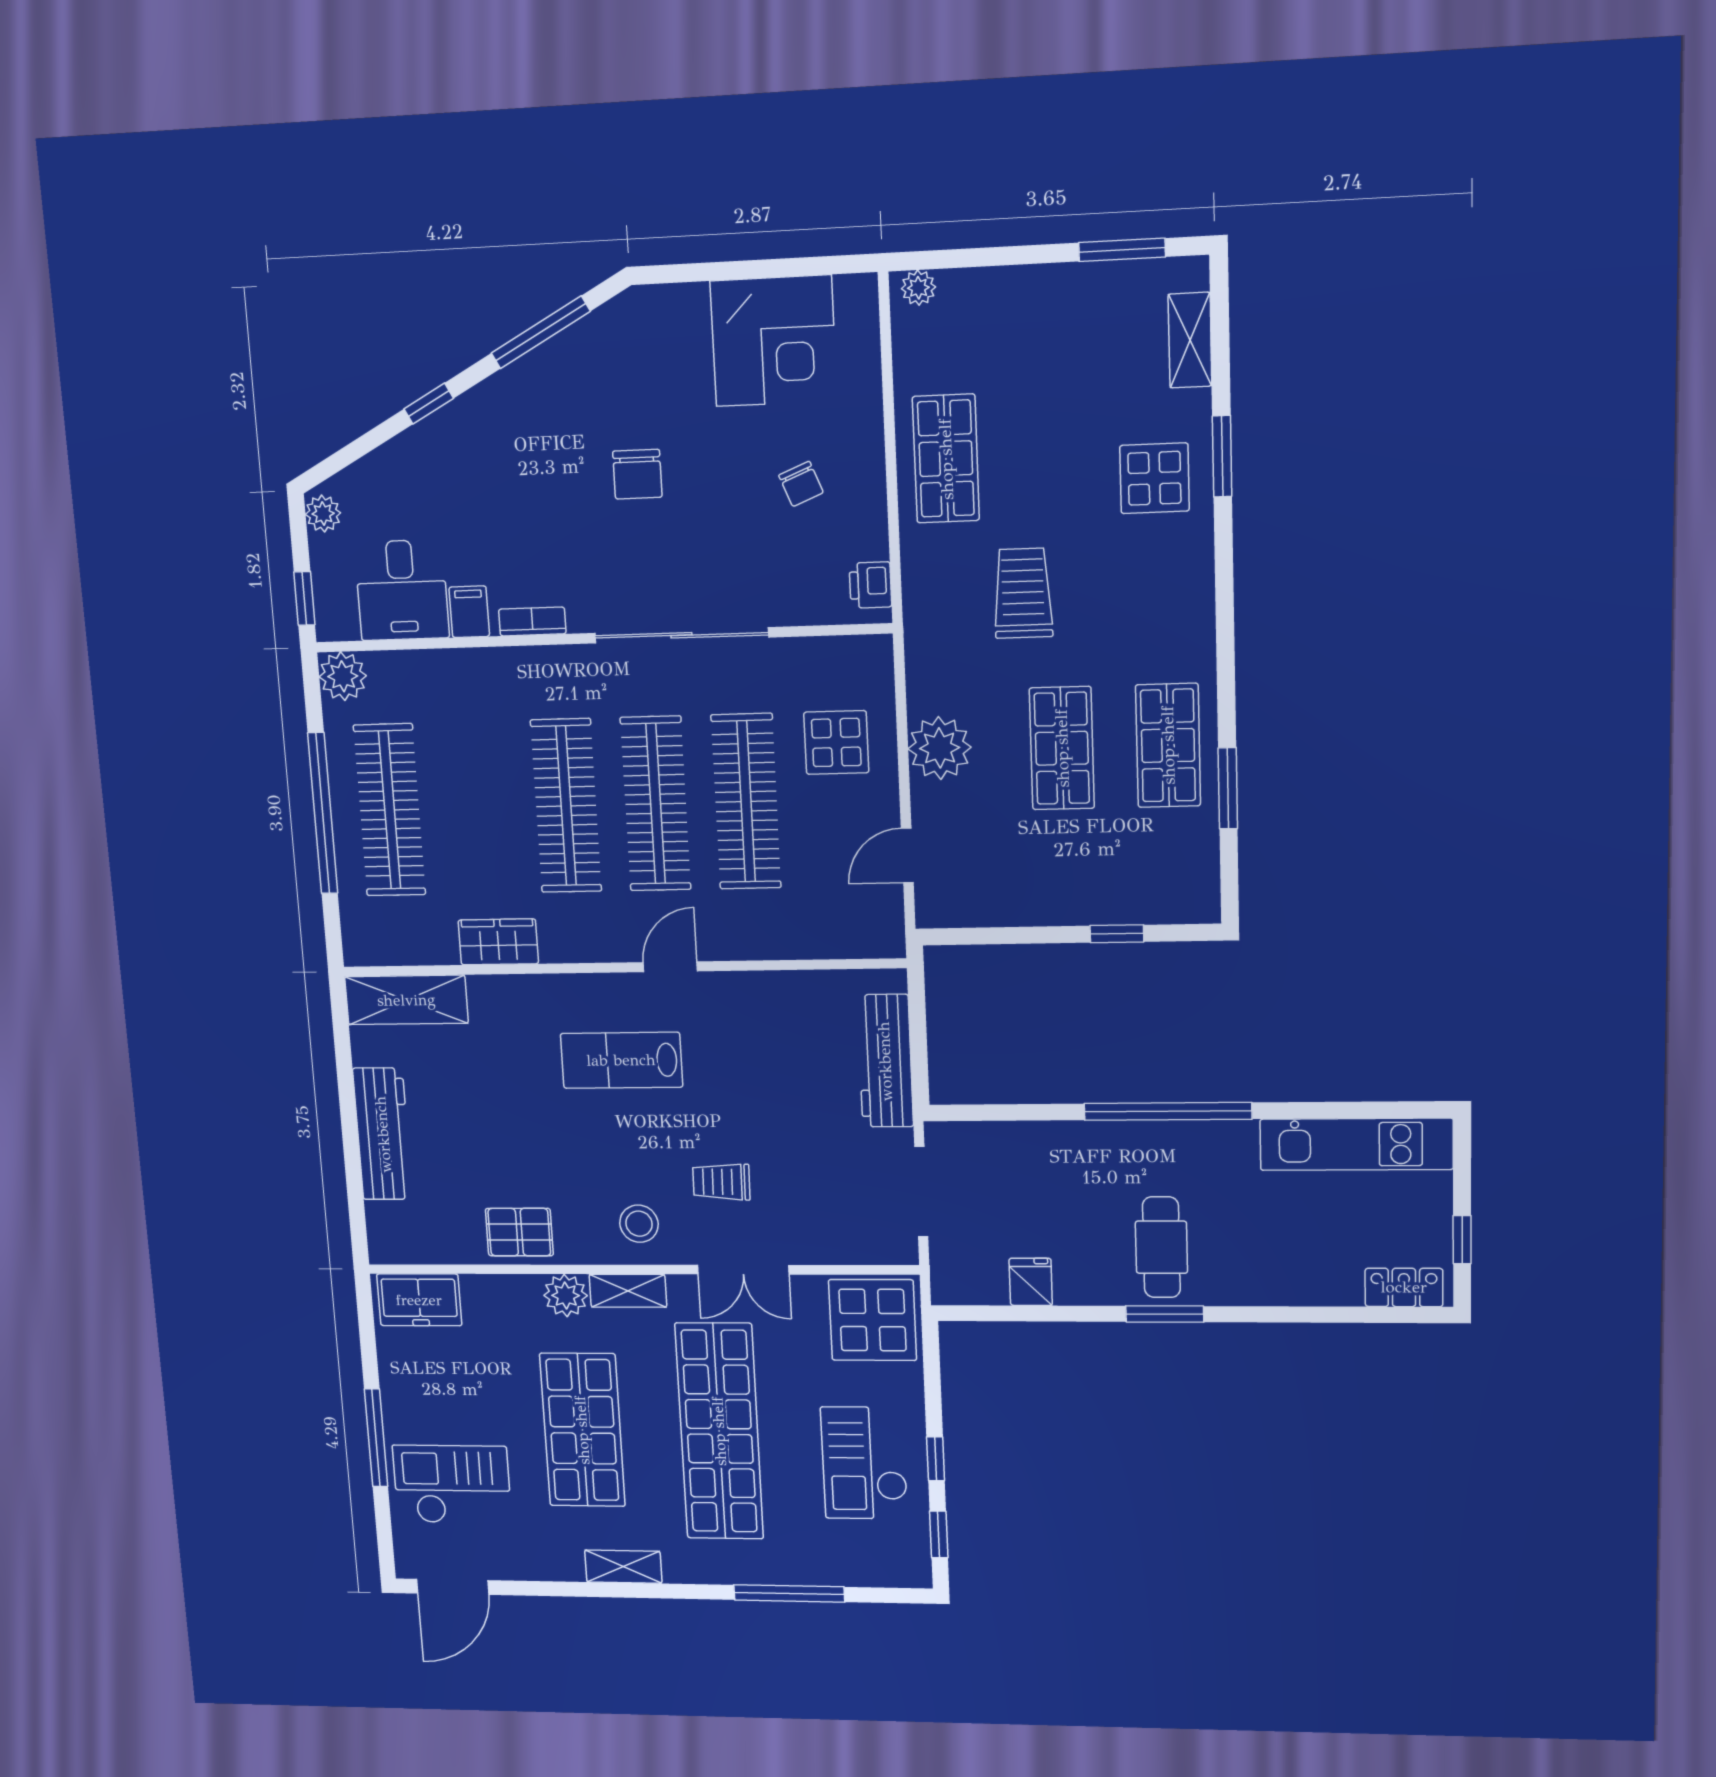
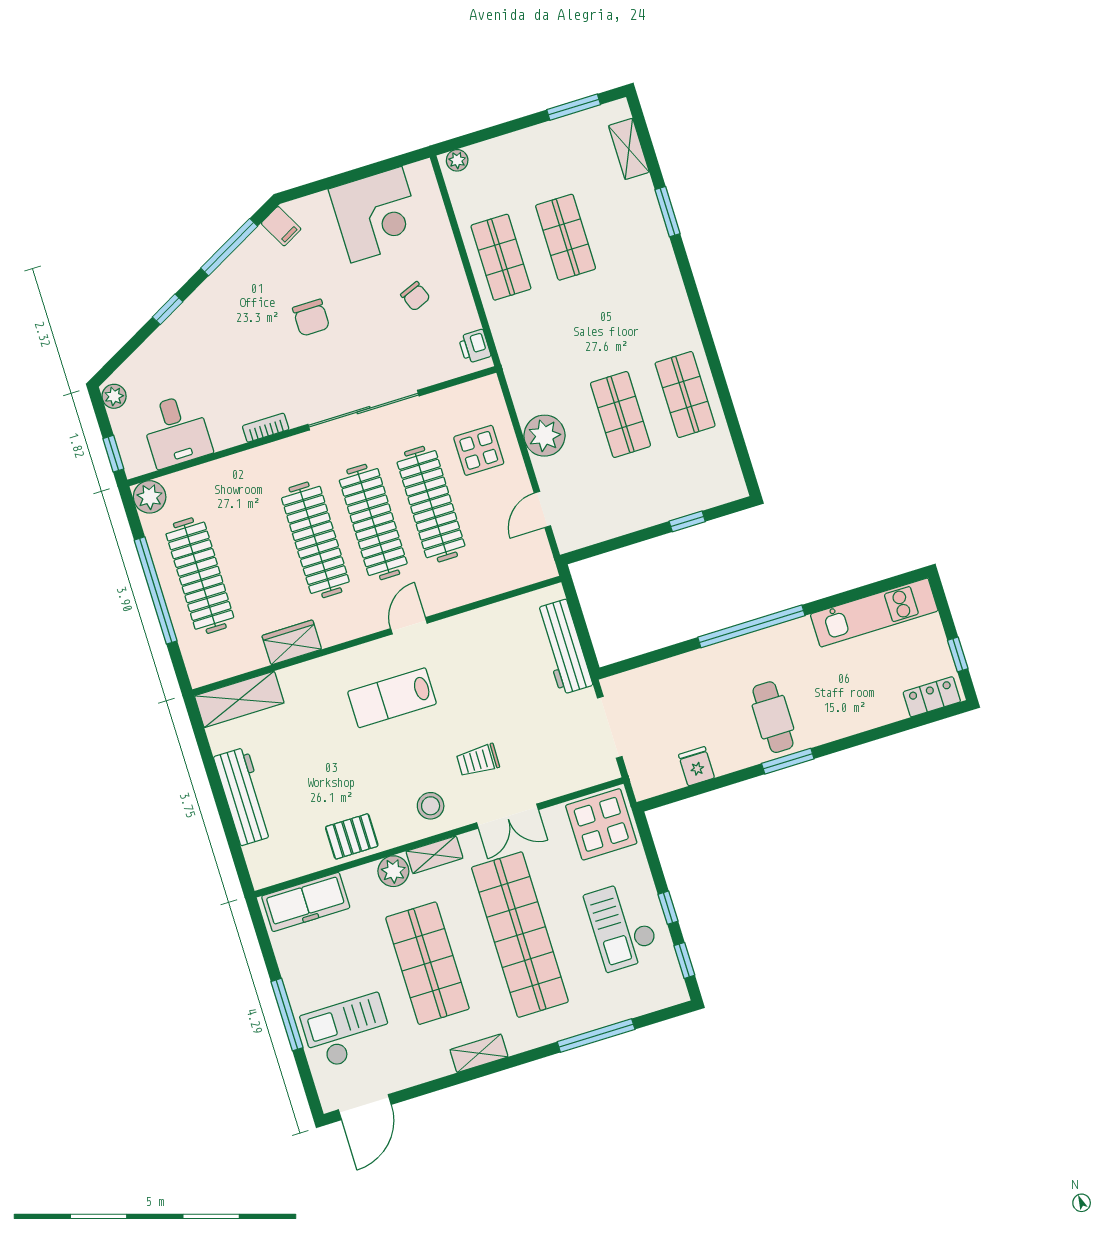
shop shelf: (1053, 454) -> (566, 237), added
display table: (1154, 478) -> (631, 235), removed
trolley: (1023, 593) -> (570, 326), removed
filing cabinet: (469, 612) -> (281, 226), moved, turned 152
window: (1228, 788) -> (729, 411), removed
freezer: (419, 1300) -> (306, 902), width x1.40

